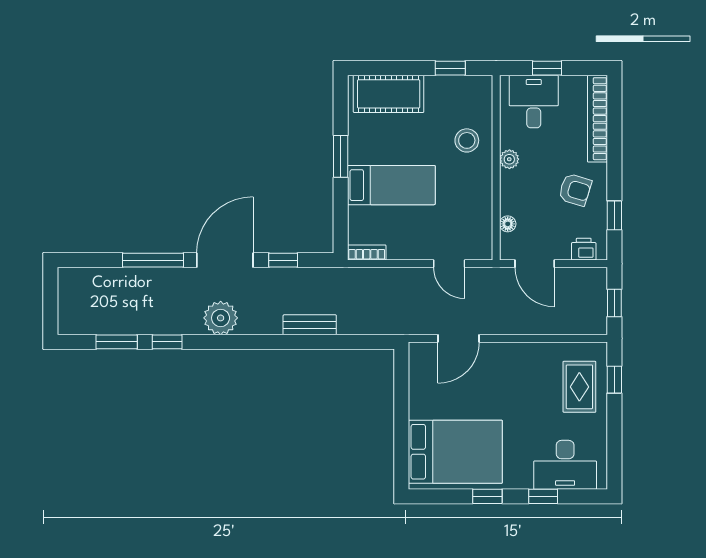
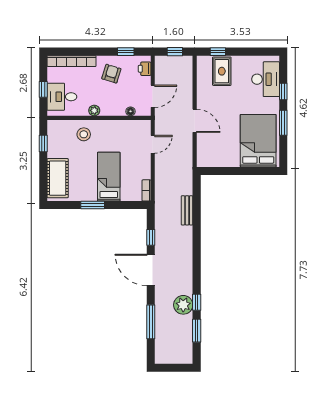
window: (153, 260) -> (151, 322), moved
plant: (221, 318) -> (183, 305), moved
bench: (310, 325) -> (187, 210), moved
door: (458, 338) -> (195, 121), moved
rug: (579, 387) -> (222, 71), turned 90
window: (487, 496) -> (283, 123), width x1.50

